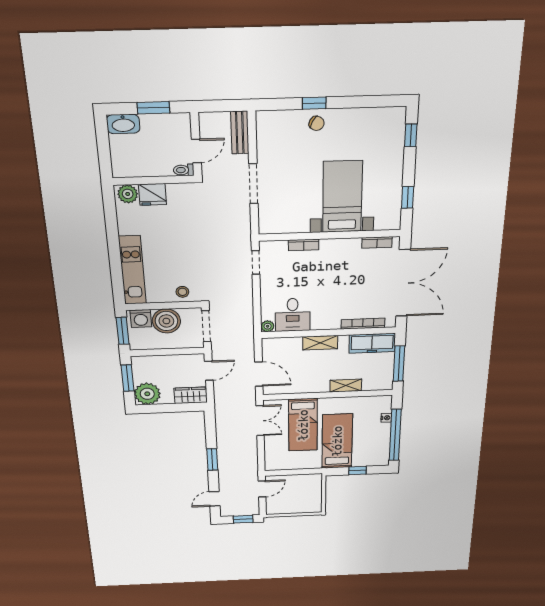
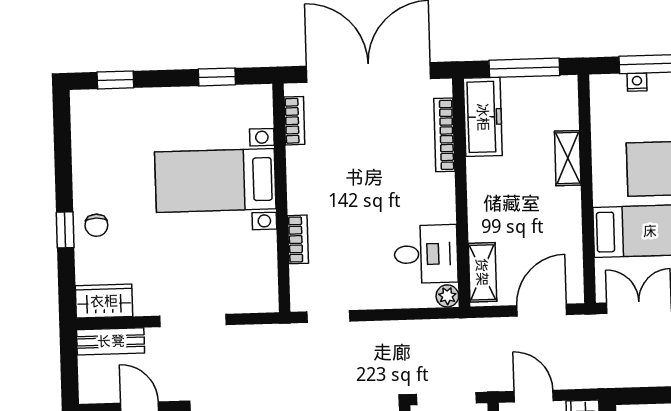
chair: (317, 123) -> (96, 225), turned 151
wardrobe: (266, 128) -> (104, 301), added
shelving: (320, 343) -> (482, 272), moved

